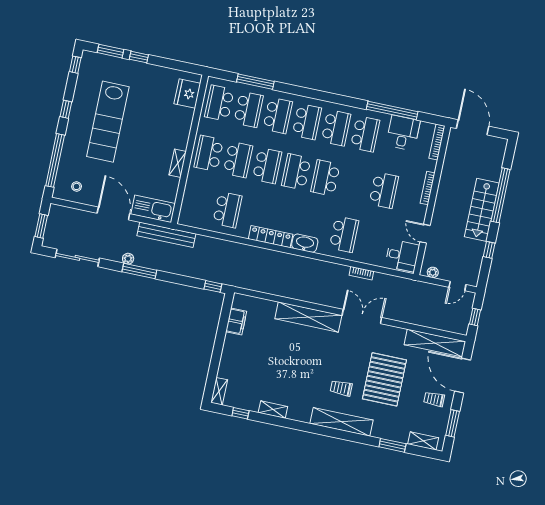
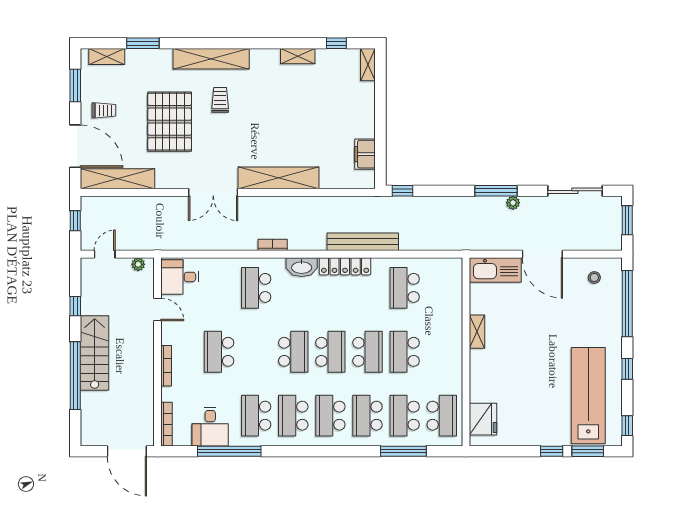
lab bench: (108, 122) -> (588, 396), moved
school desk: (209, 153) -> (442, 352), removed
school desk: (267, 166) -> (367, 352), turned 180
bench: (166, 235) -> (363, 242), moved
bookcase: (361, 273) -> (273, 245), moved
trolley: (341, 388) -> (220, 100), turned -90

